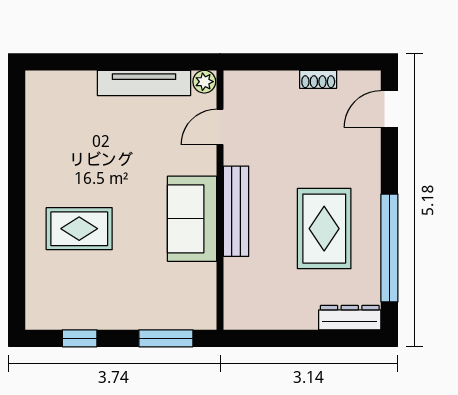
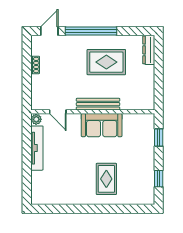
door: (389, 109) -> (49, 31), swing flipped
window: (389, 248) -> (91, 31), moved
window: (166, 338) -> (159, 138), width x0.67

